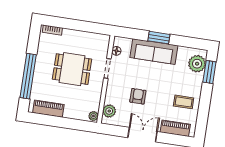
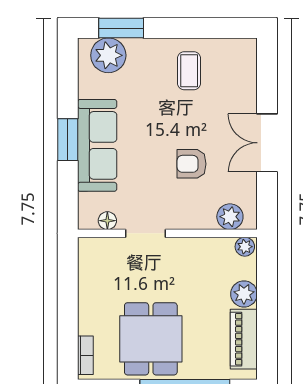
dining table: (72, 69) -> (151, 339), moved
plant: (70, 112) -> (244, 294), added
piano: (175, 128) -> (244, 79), removed

